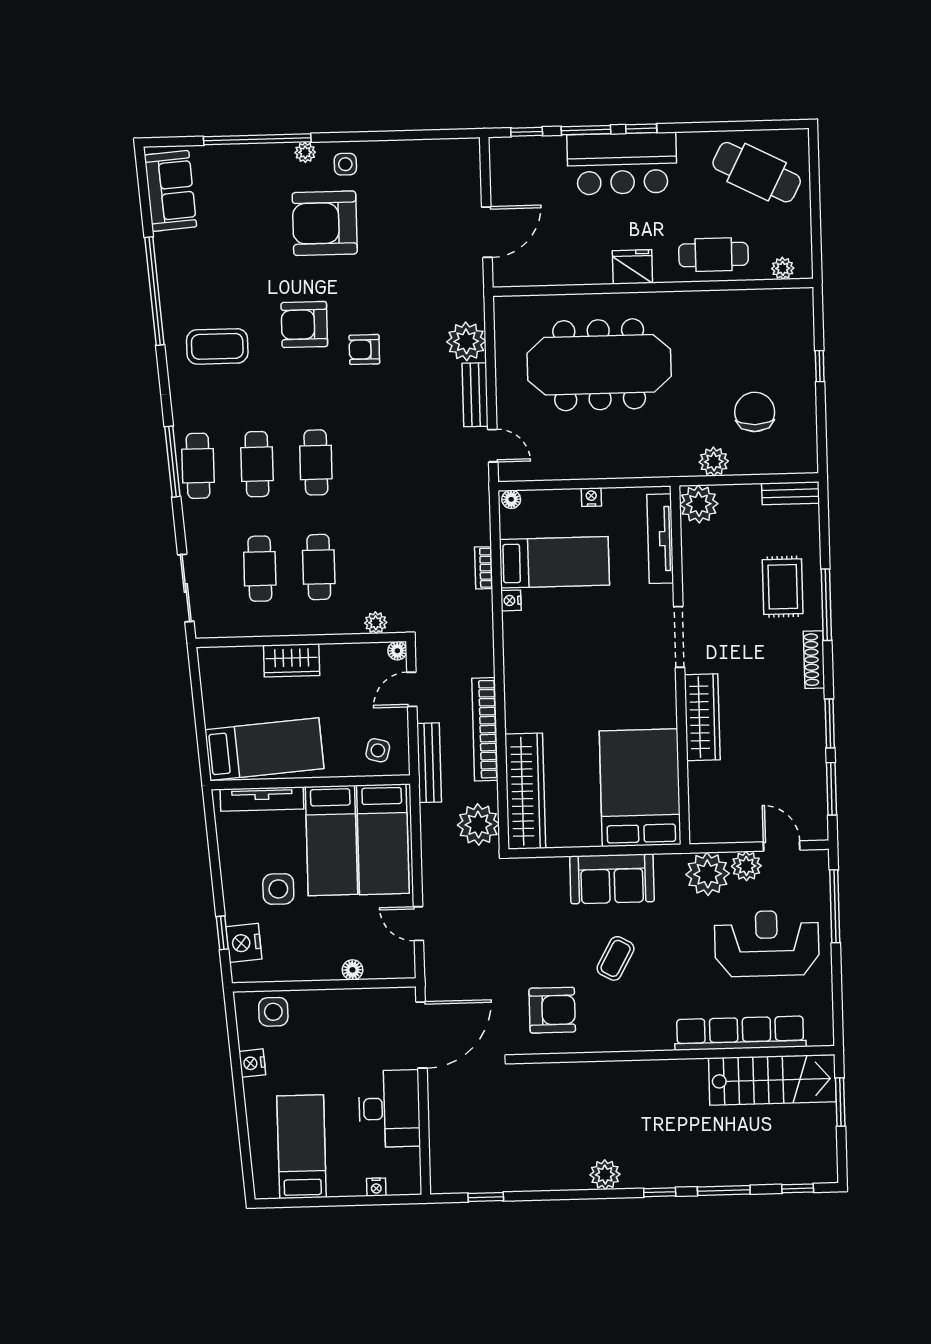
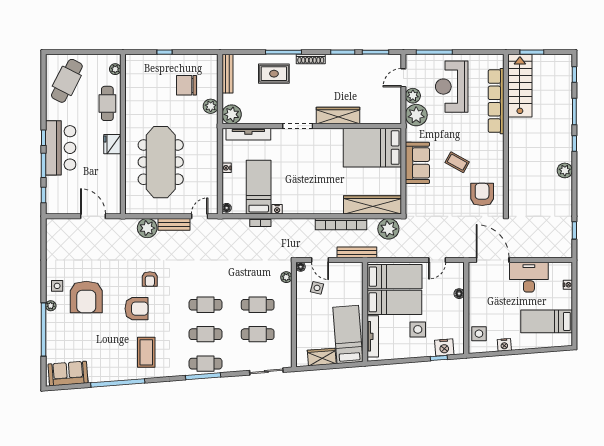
armchair: (304, 324) -> (137, 309), turned -90
bench: (791, 493) -> (227, 74), width x1.36
wardrobe: (292, 660) -> (322, 357), moved, turned -94
side table: (378, 750) -> (317, 288), moved

